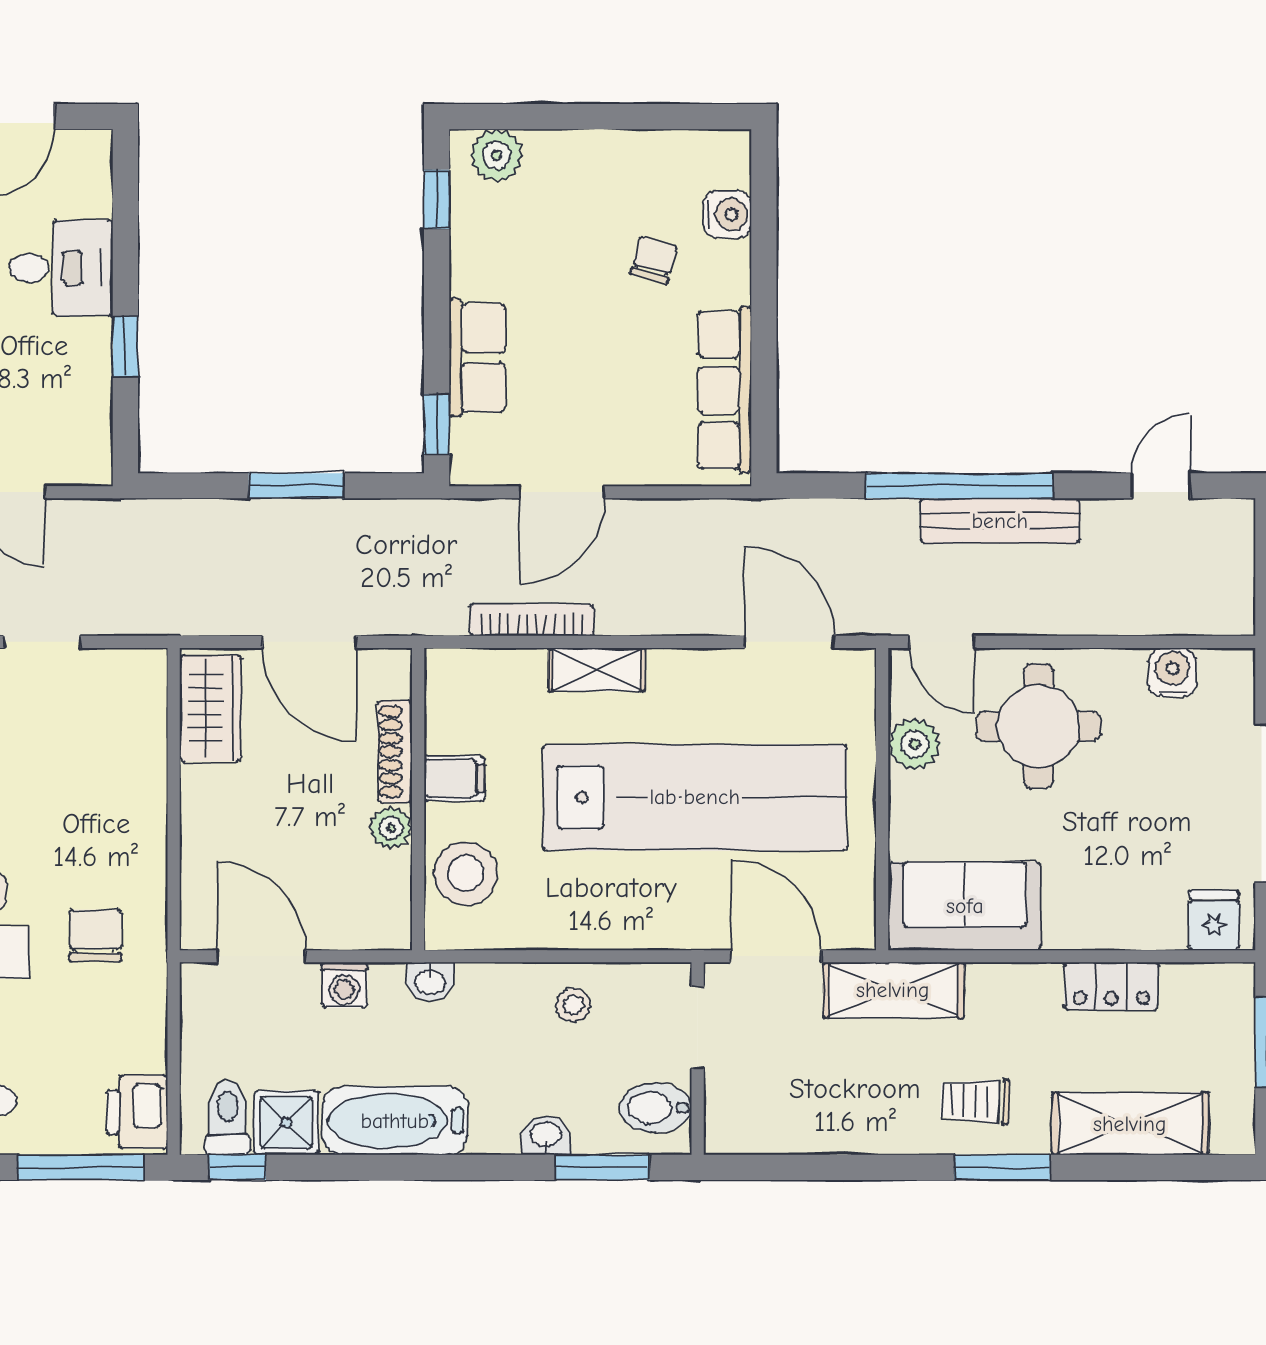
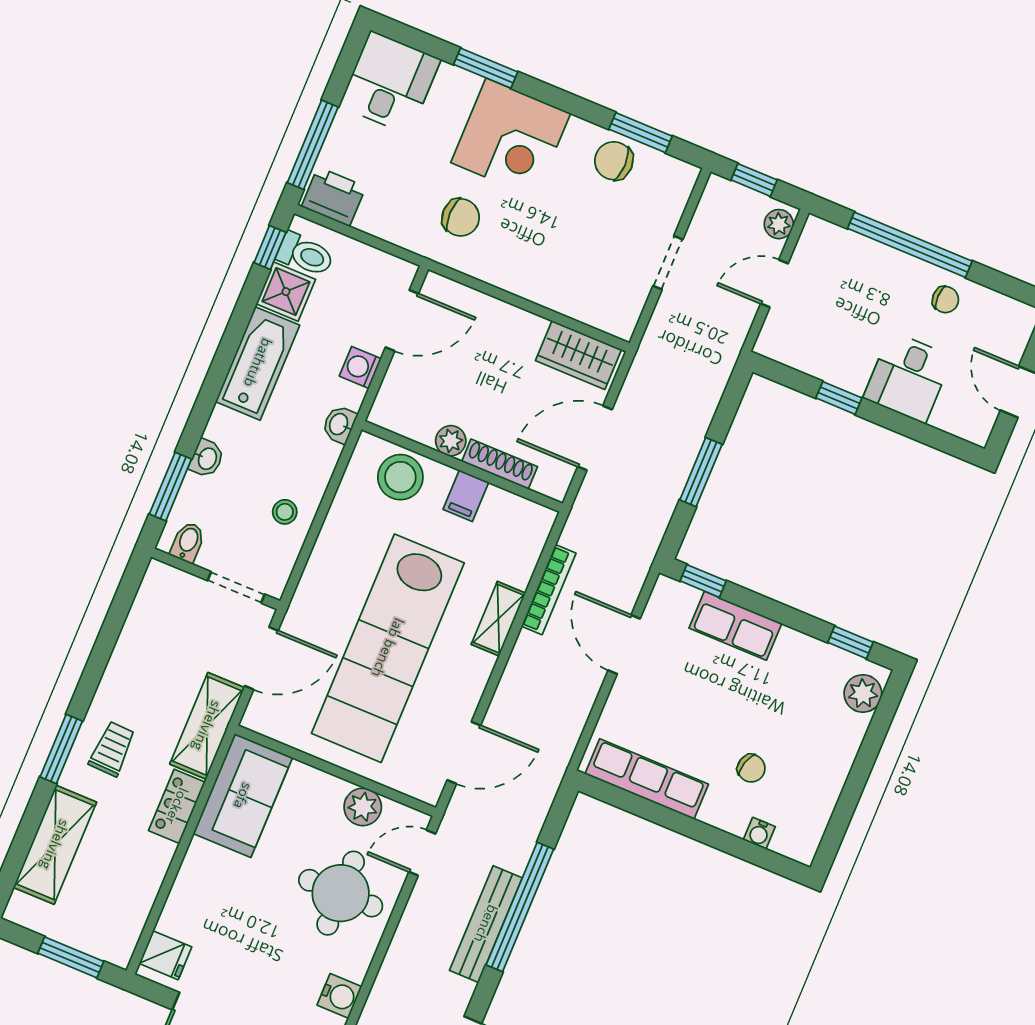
water cooler: (728, 214) -> (759, 833), width x0.72, depth x0.72
locker: (1111, 986) -> (177, 806), moved
bidet: (656, 1108) -> (188, 542), width x0.72, depth x0.74

